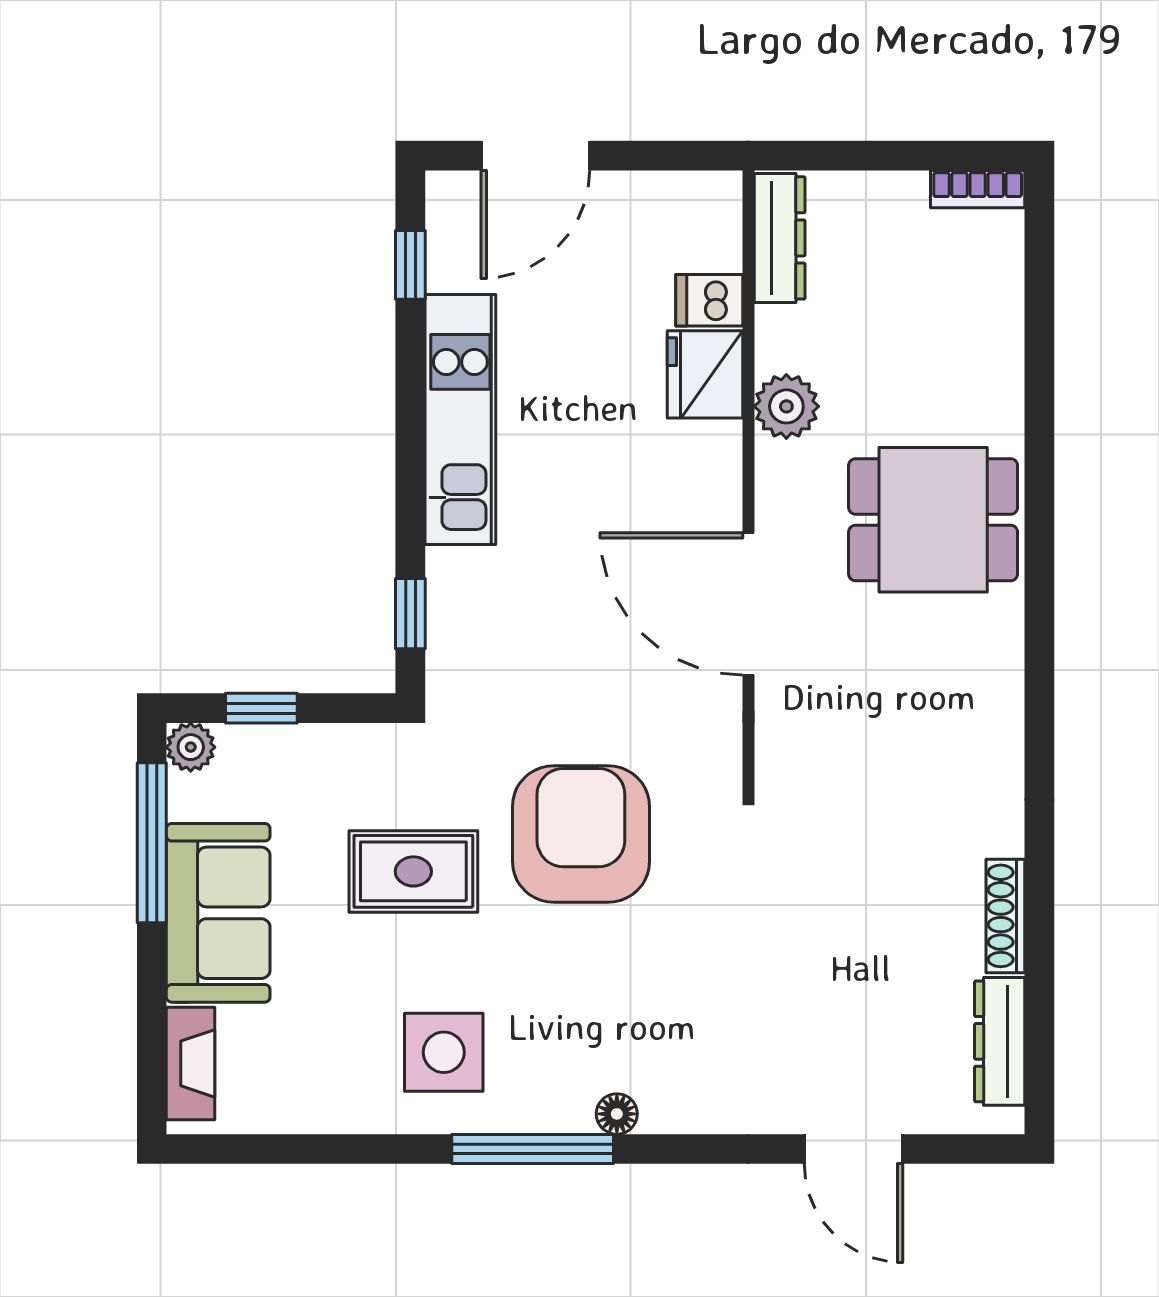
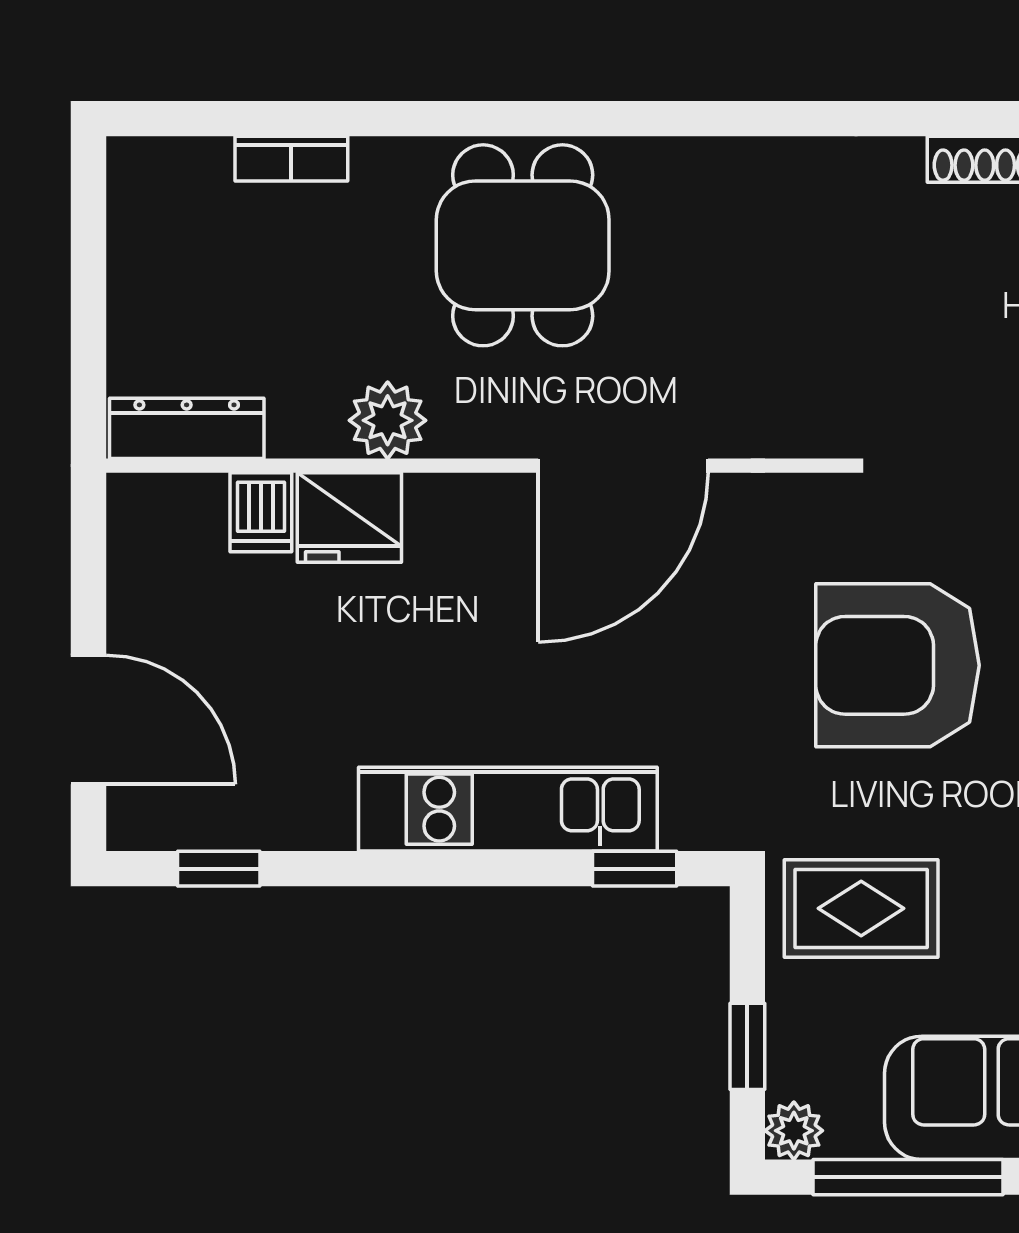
bookcase: (978, 189) -> (291, 159), moved, turned 90
kitchen unit: (460, 420) -> (508, 809), moved
rug: (413, 871) -> (861, 908), moved, turned 90

